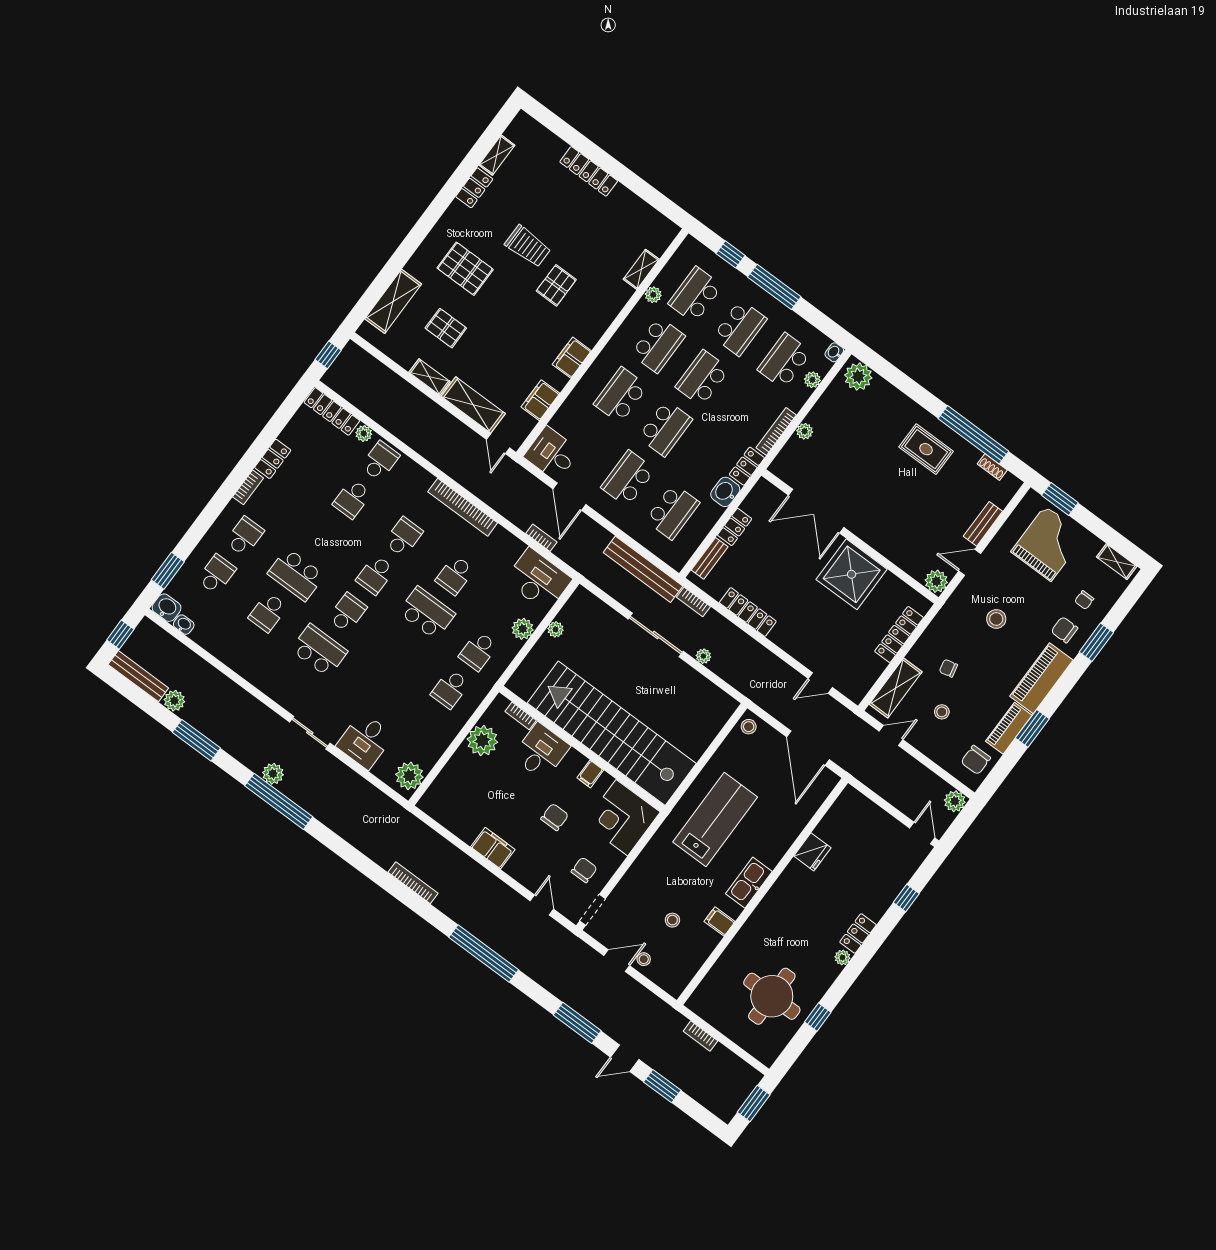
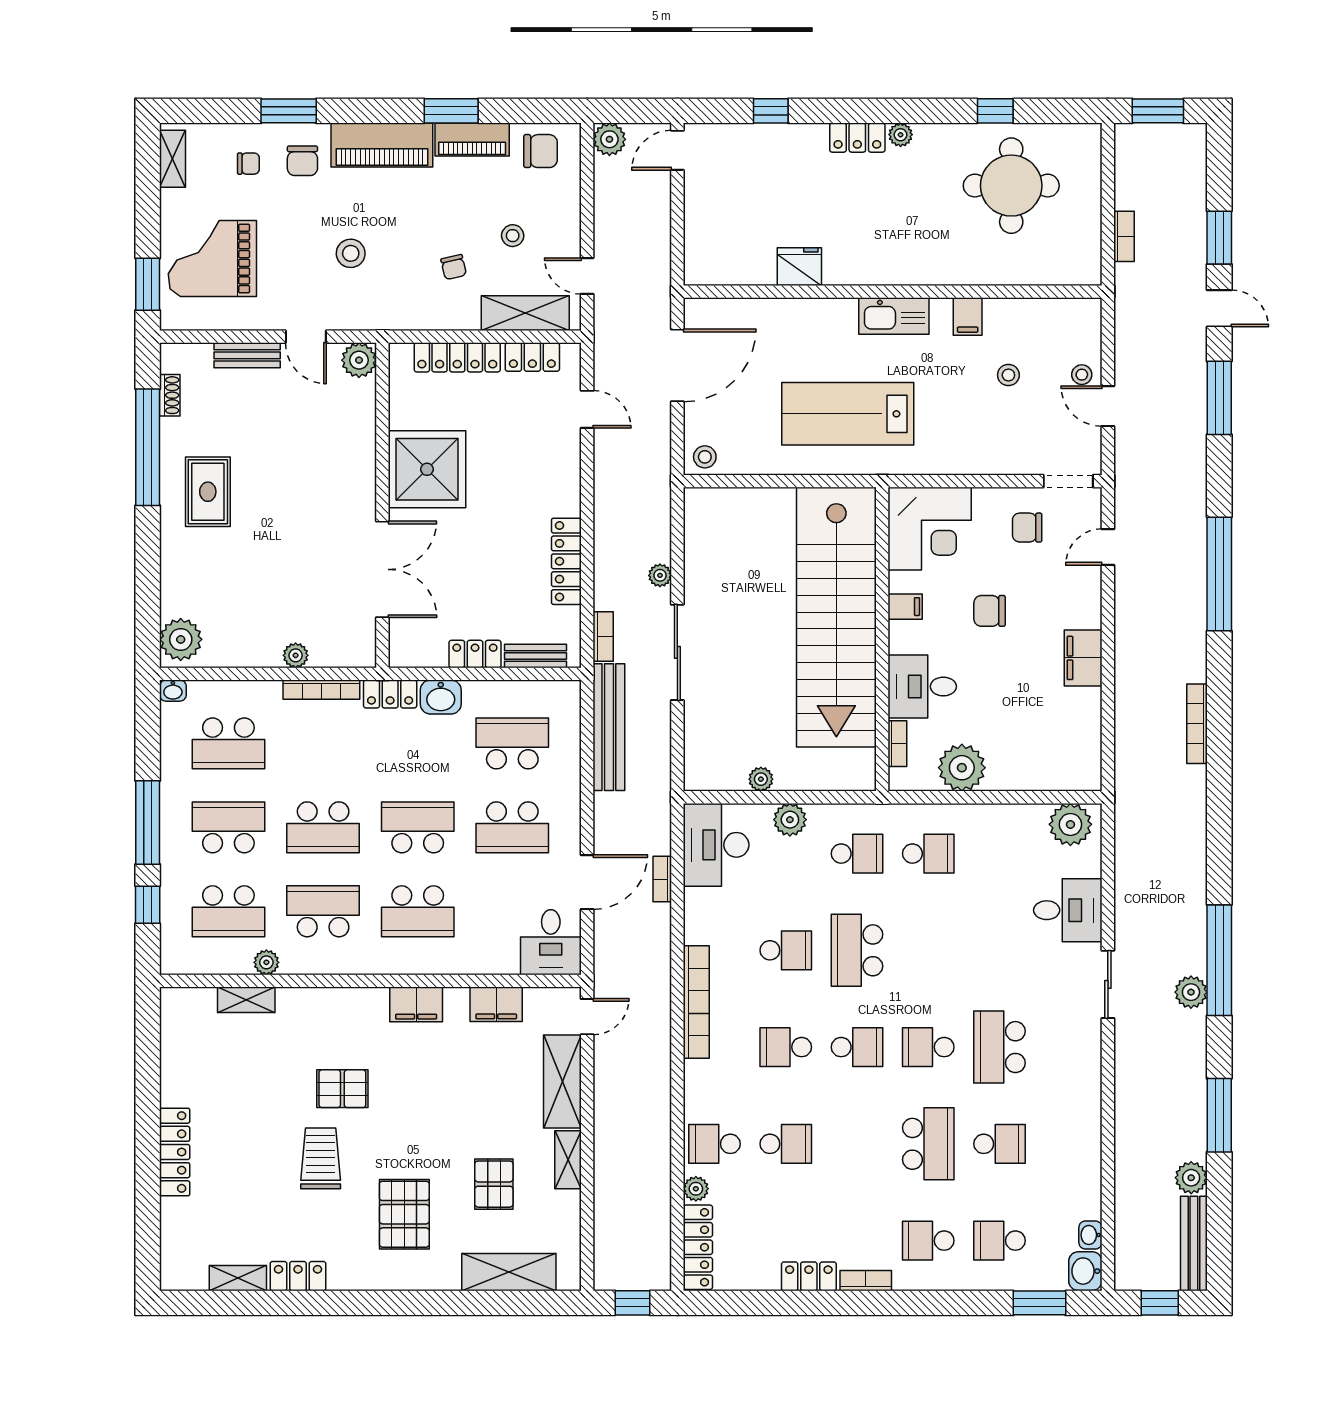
plant: (812, 380) -> (226, 692), removed
locker: (870, 674) -> (532, 357), added

